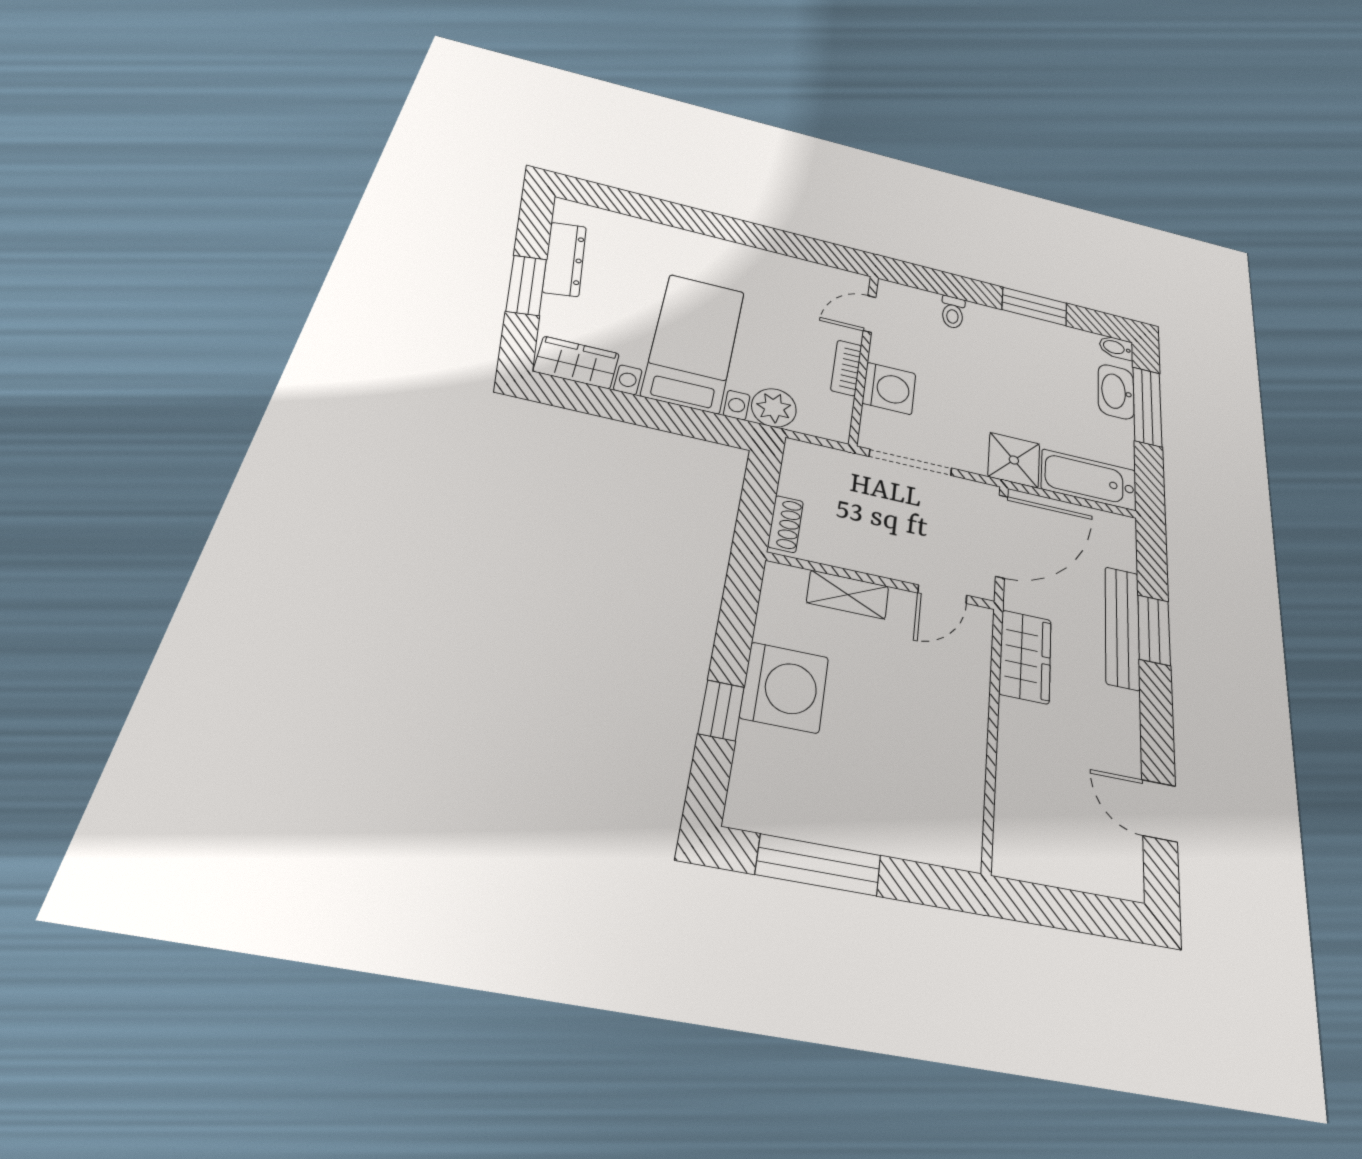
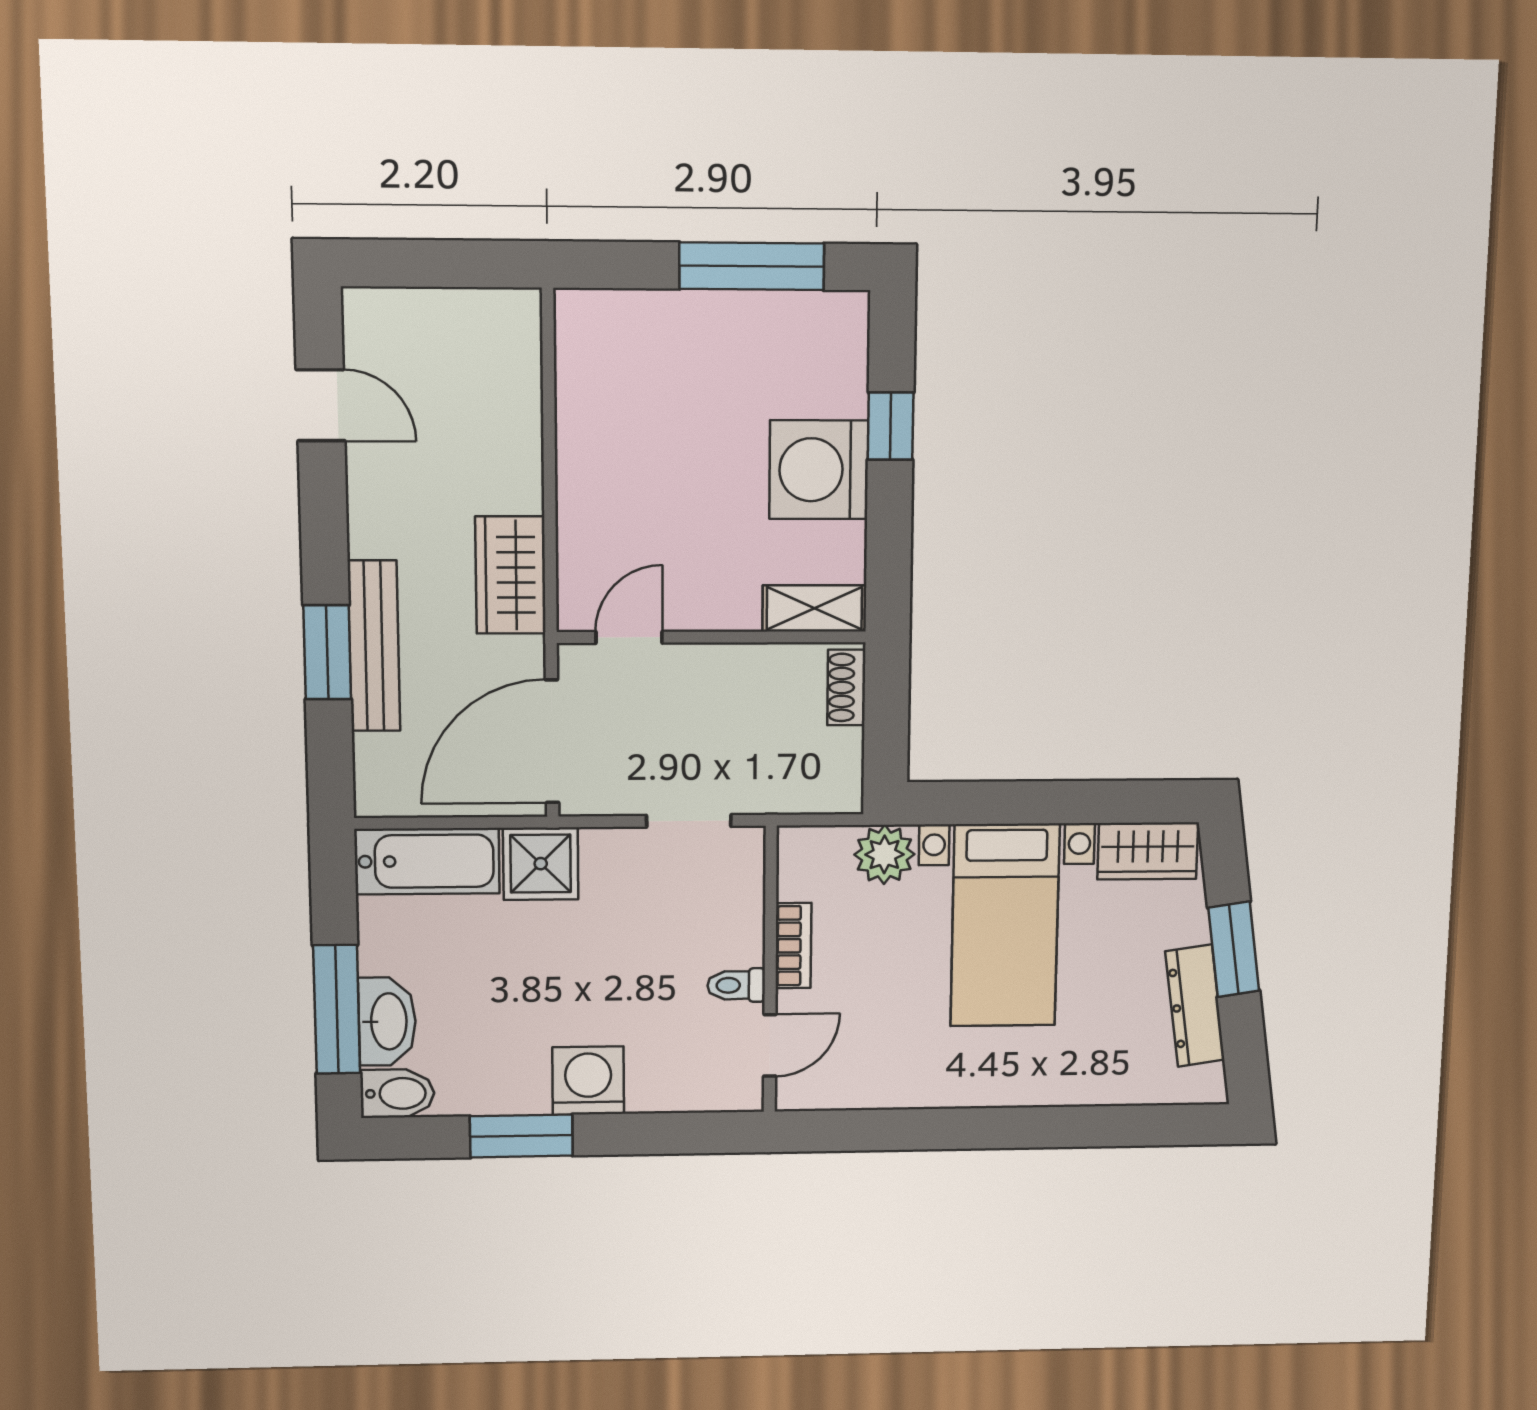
toilet: (953, 312) -> (736, 985), moved, turned -90
bidet: (1116, 348) -> (397, 1093), width x1.38, depth x1.36
washing machine: (889, 388) -> (588, 1081), moved, turned 90
doorway: (910, 462) -> (689, 821), width x0.73
shelving: (848, 595) -> (814, 608), moved

